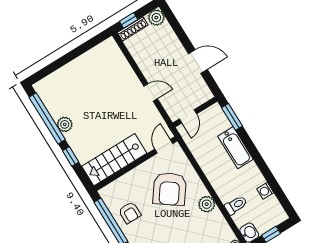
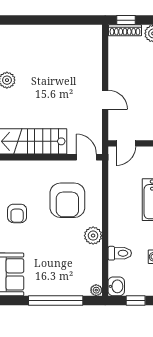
door: (164, 146) -> (86, 157), hinge flipped
armchair: (170, 189) -> (67, 200), turned -36
armchair: (130, 213) -> (17, 213), moved

